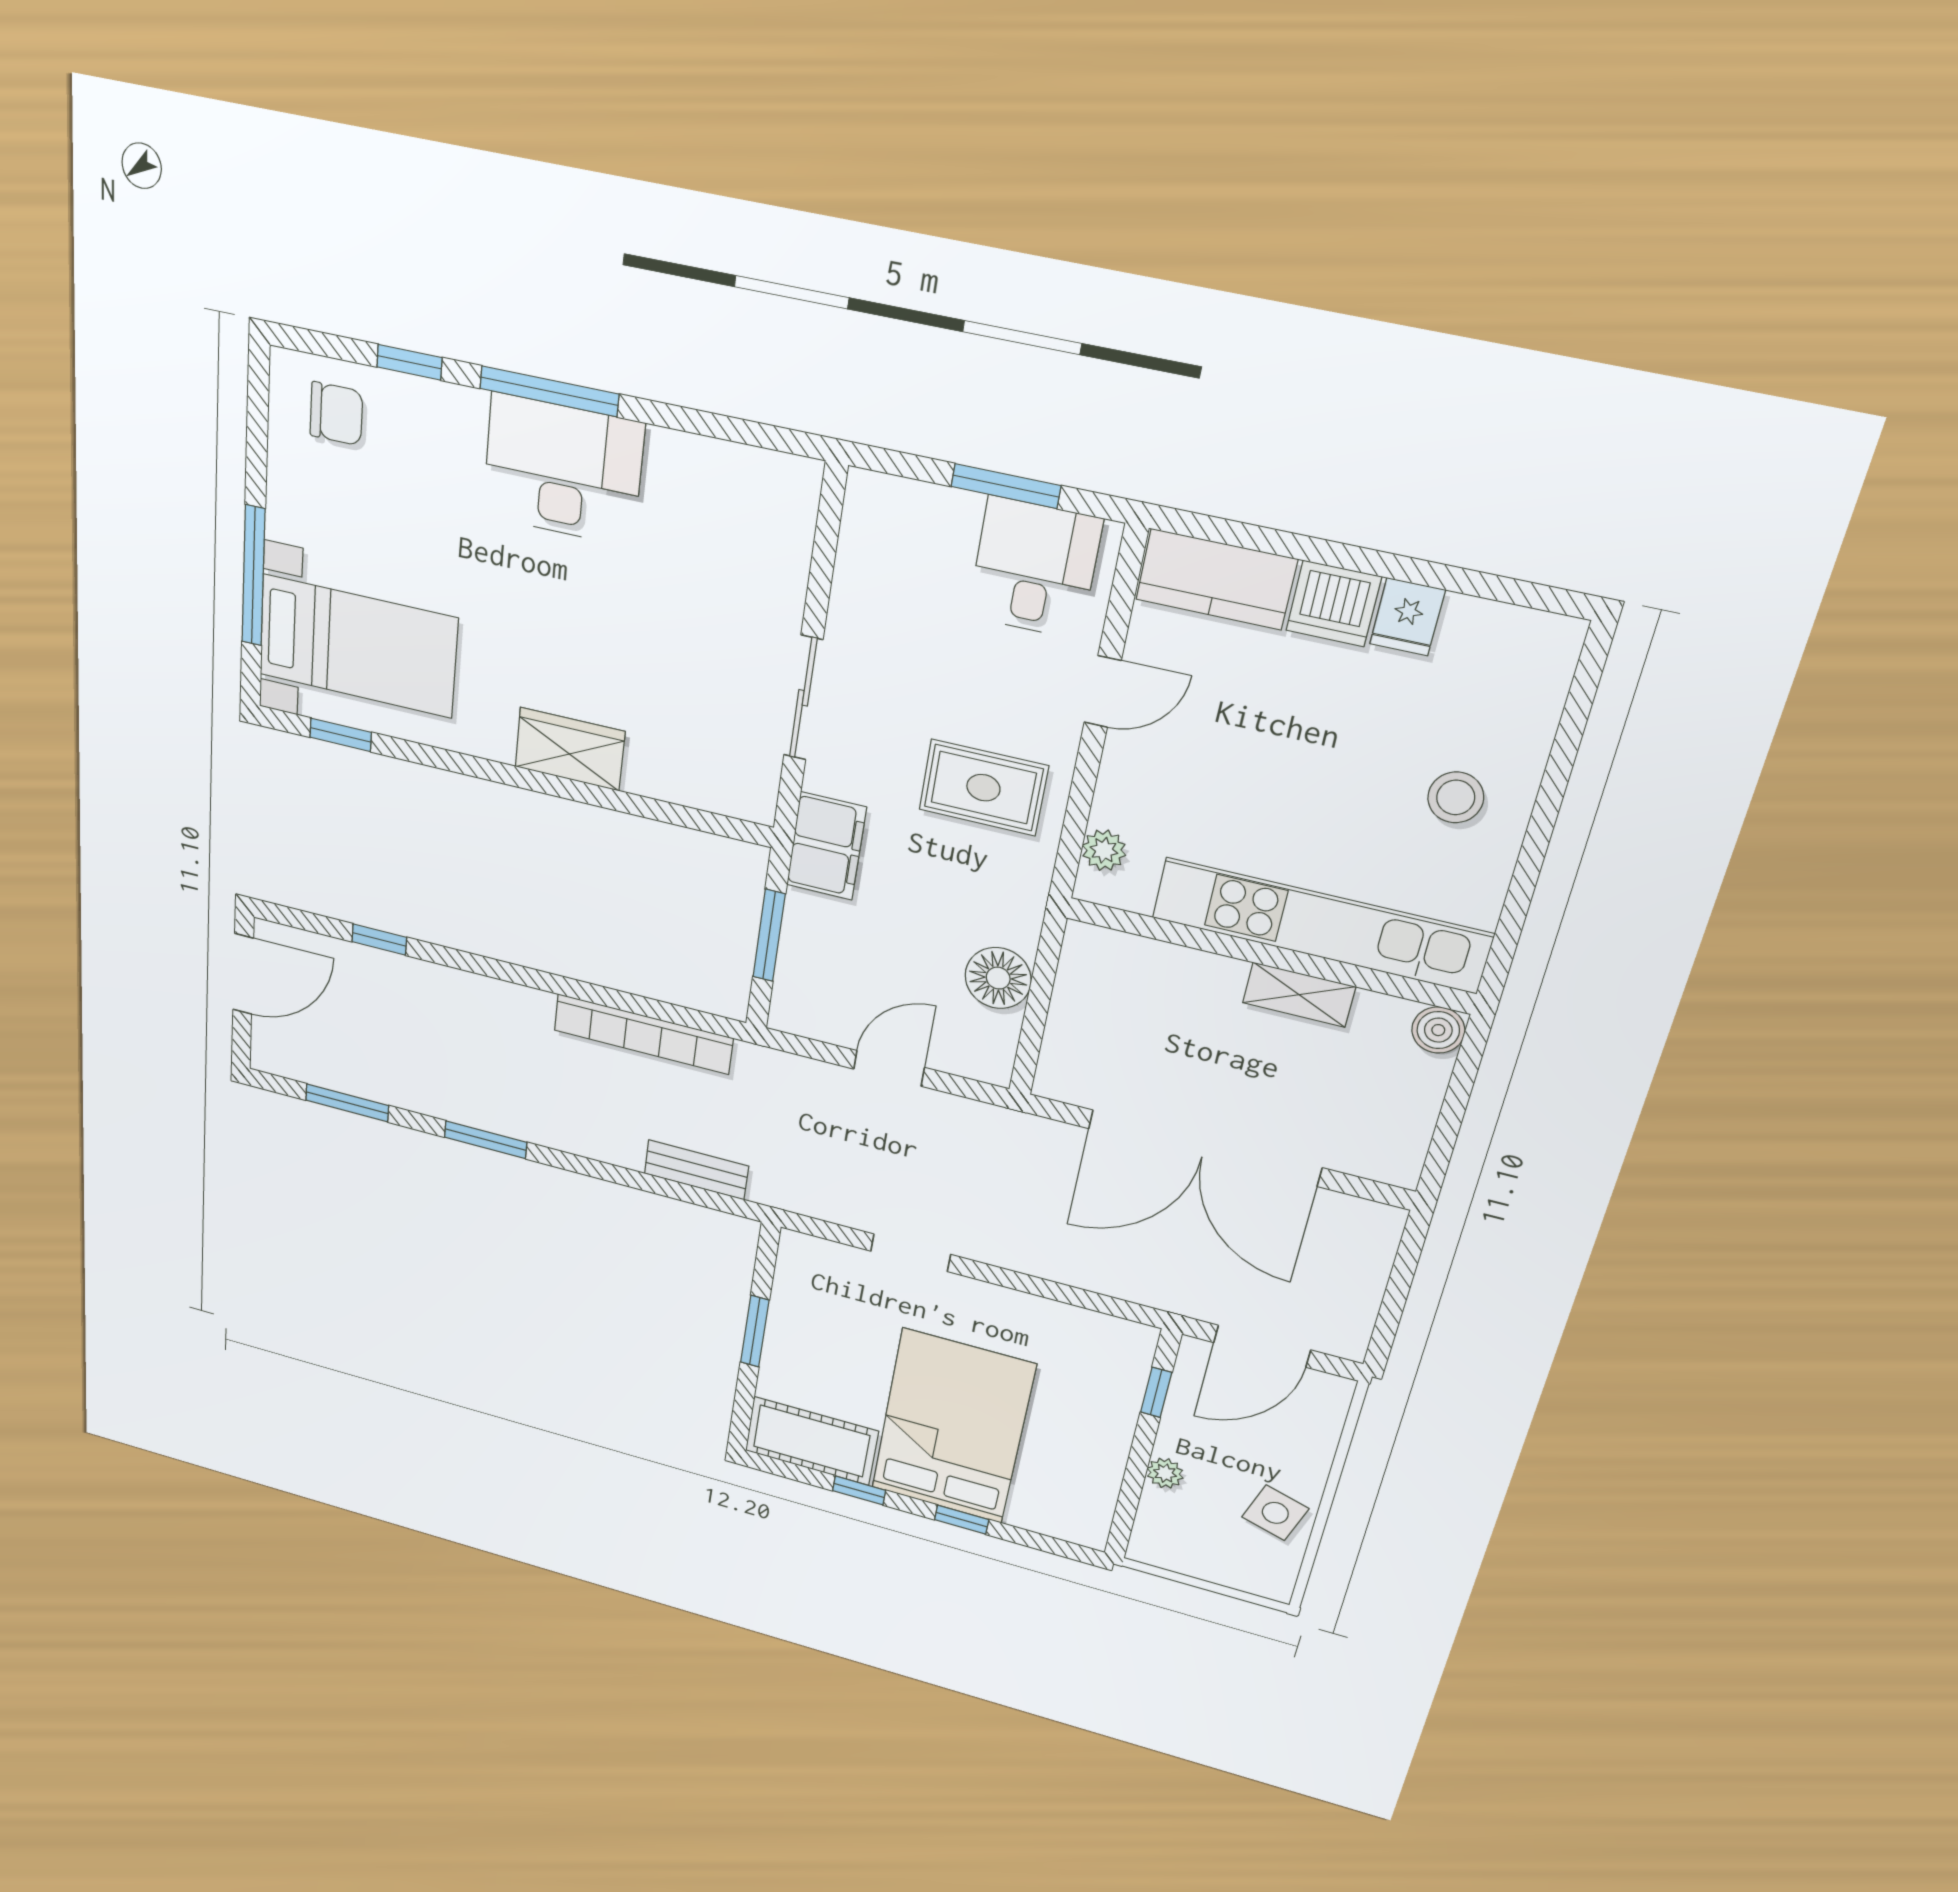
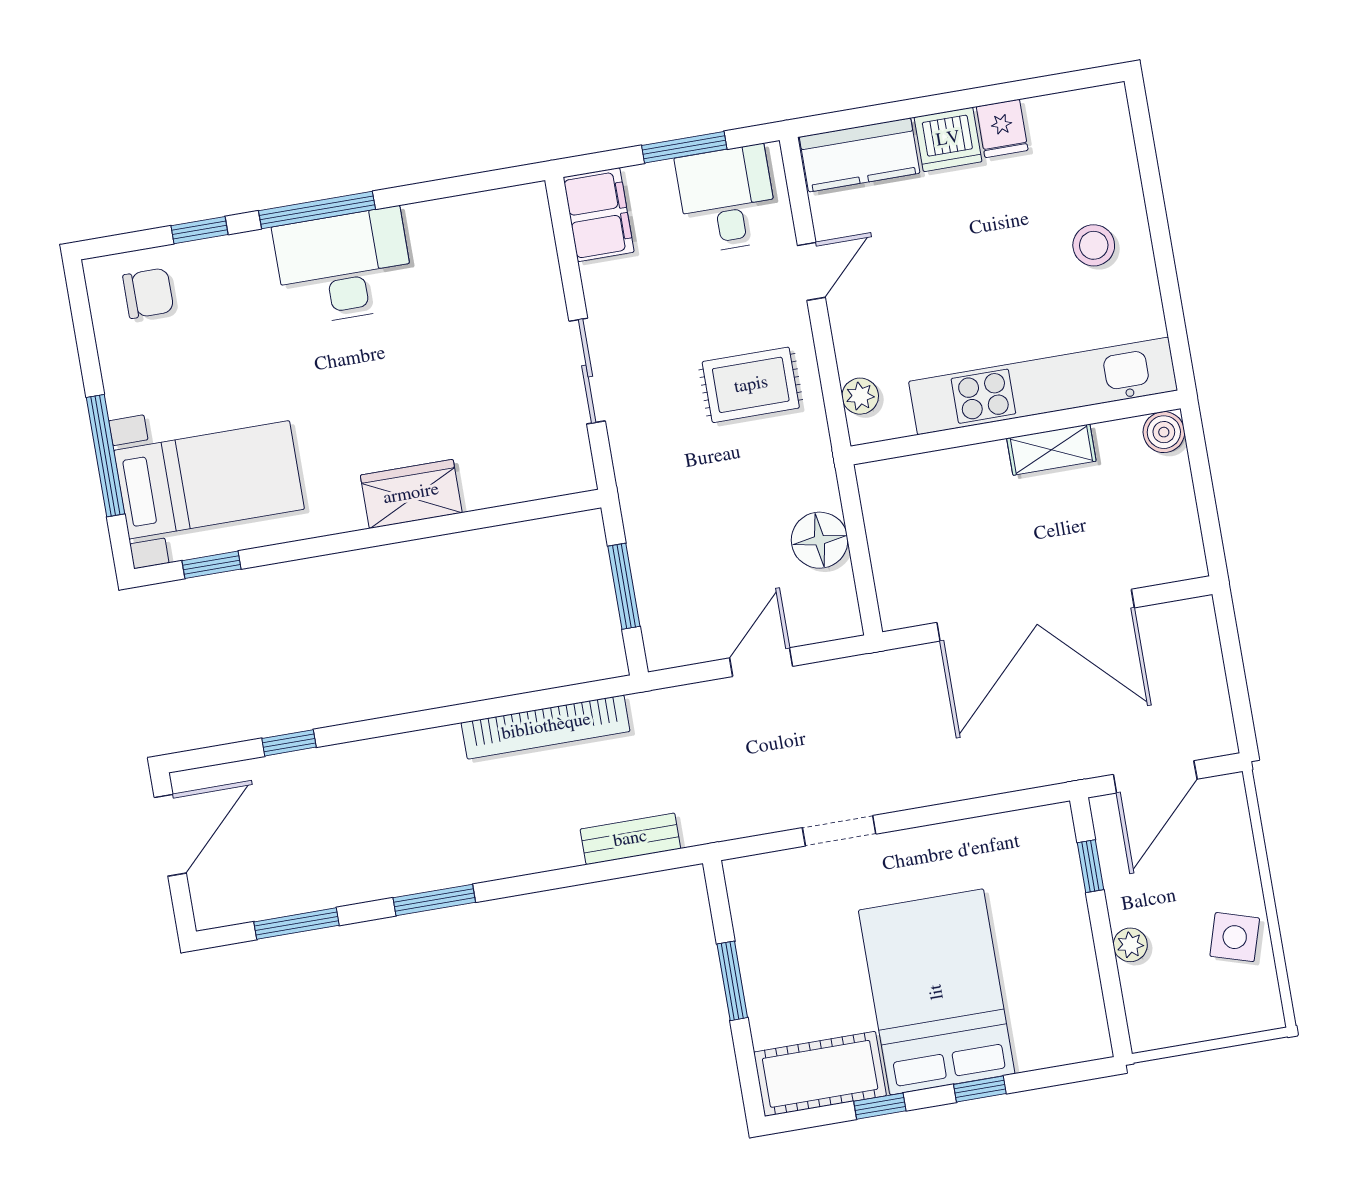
filing cabinet: (826, 846) -> (599, 215), moved

